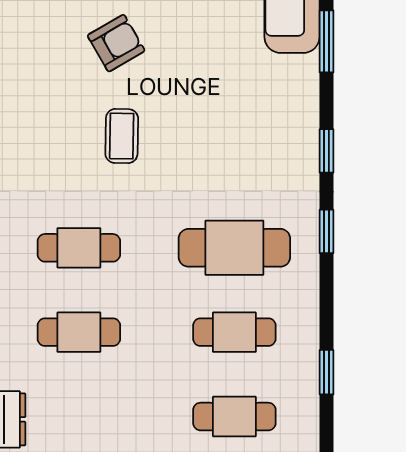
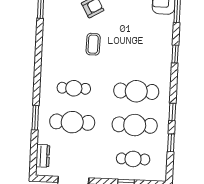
window: (327, 231) -> (172, 112), moved
cafe table: (79, 332) -> (72, 122), width x1.37, depth x1.35
cafe table: (234, 332) -> (135, 125), width x1.37, depth x1.35

